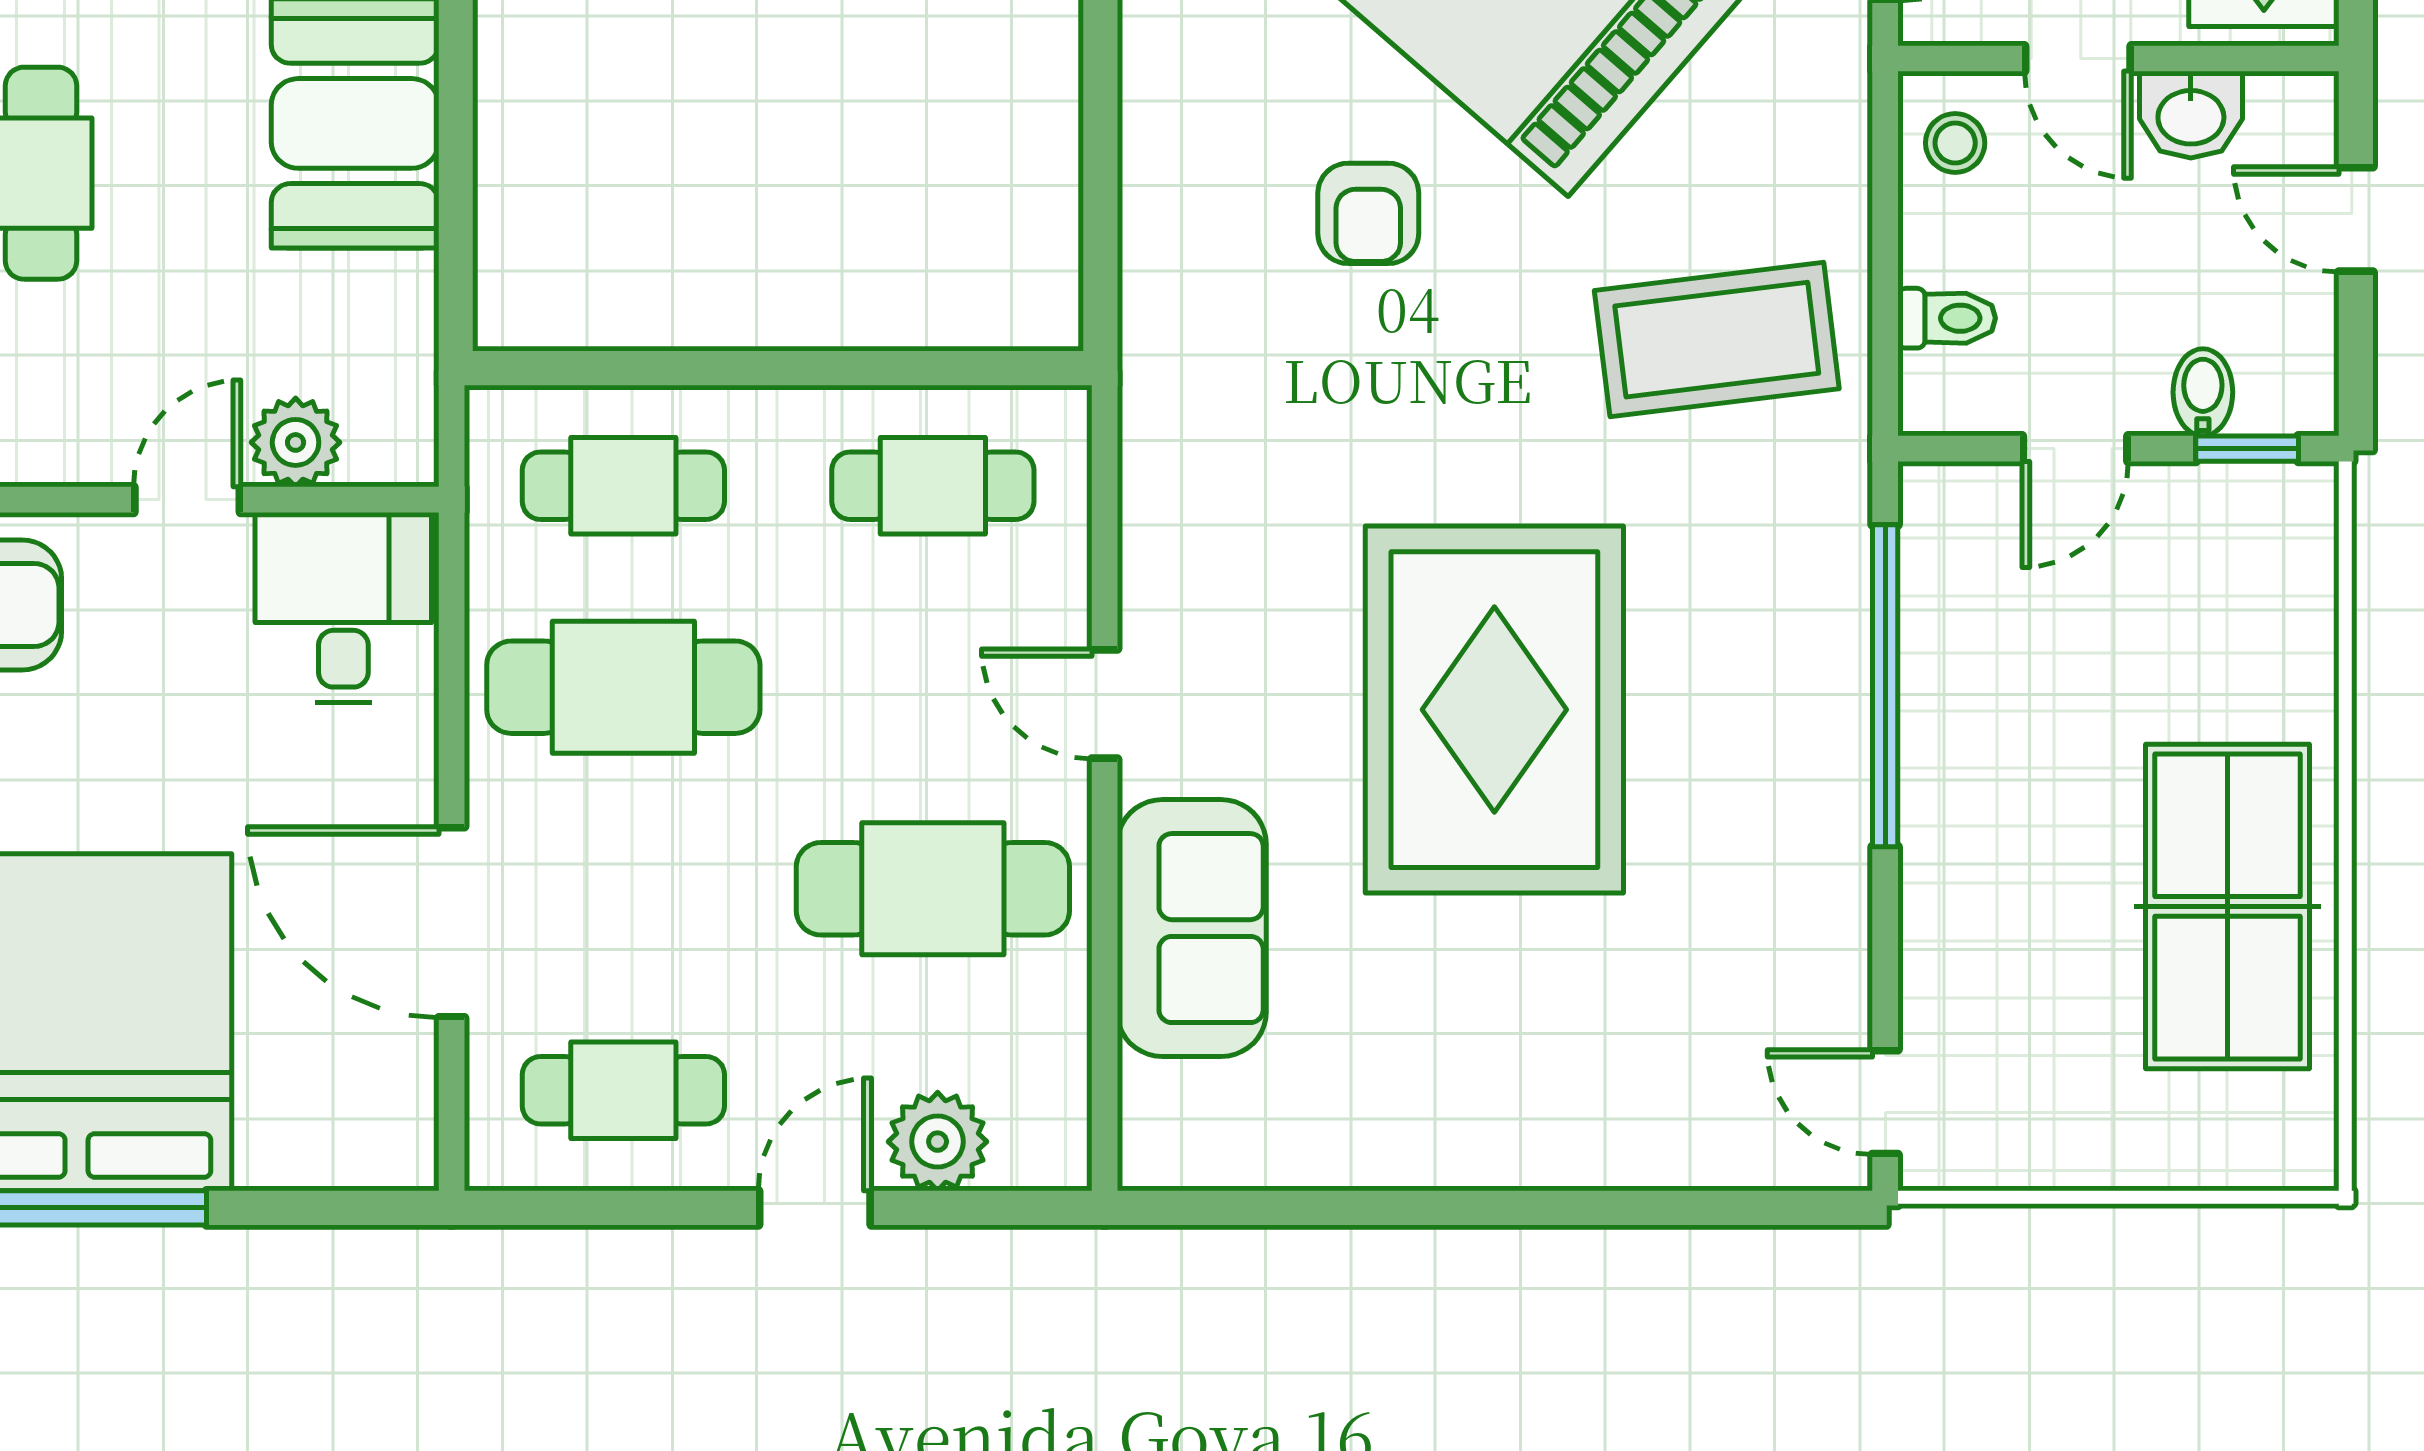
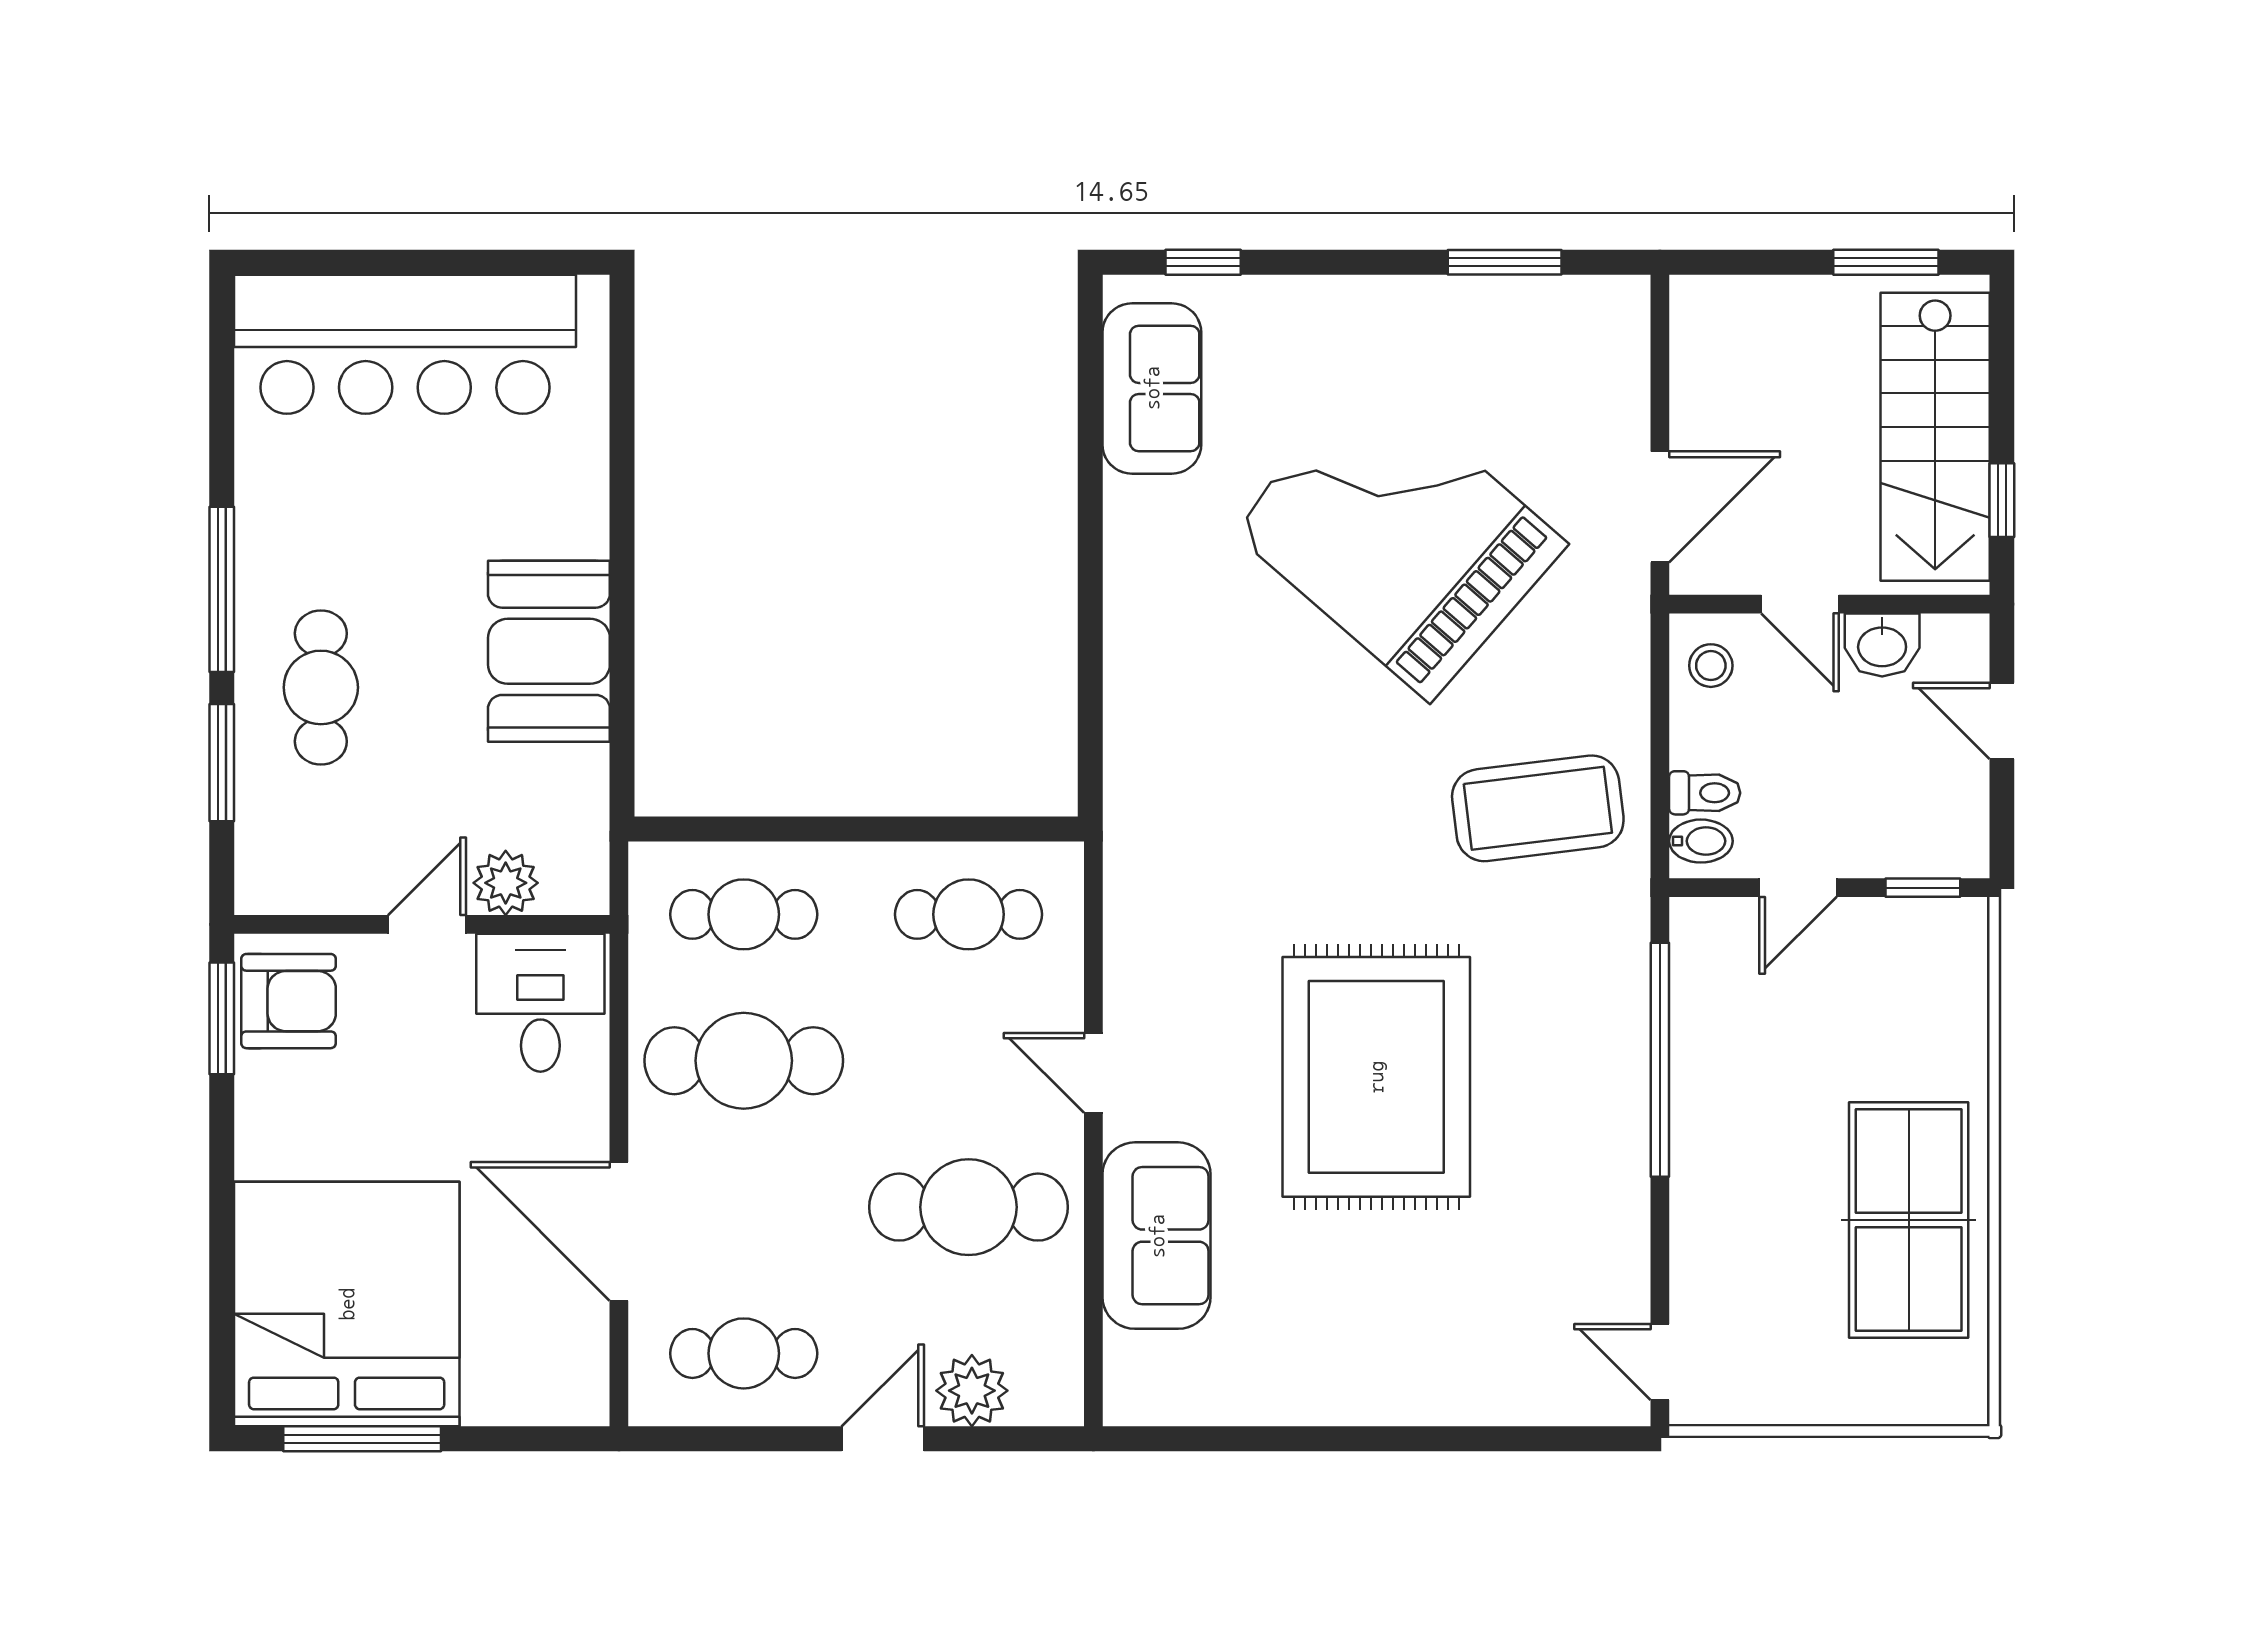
armchair: (1368, 213) -> (1285, 717), removed
bidet: (2203, 392) -> (1701, 841), moved, turned 90

